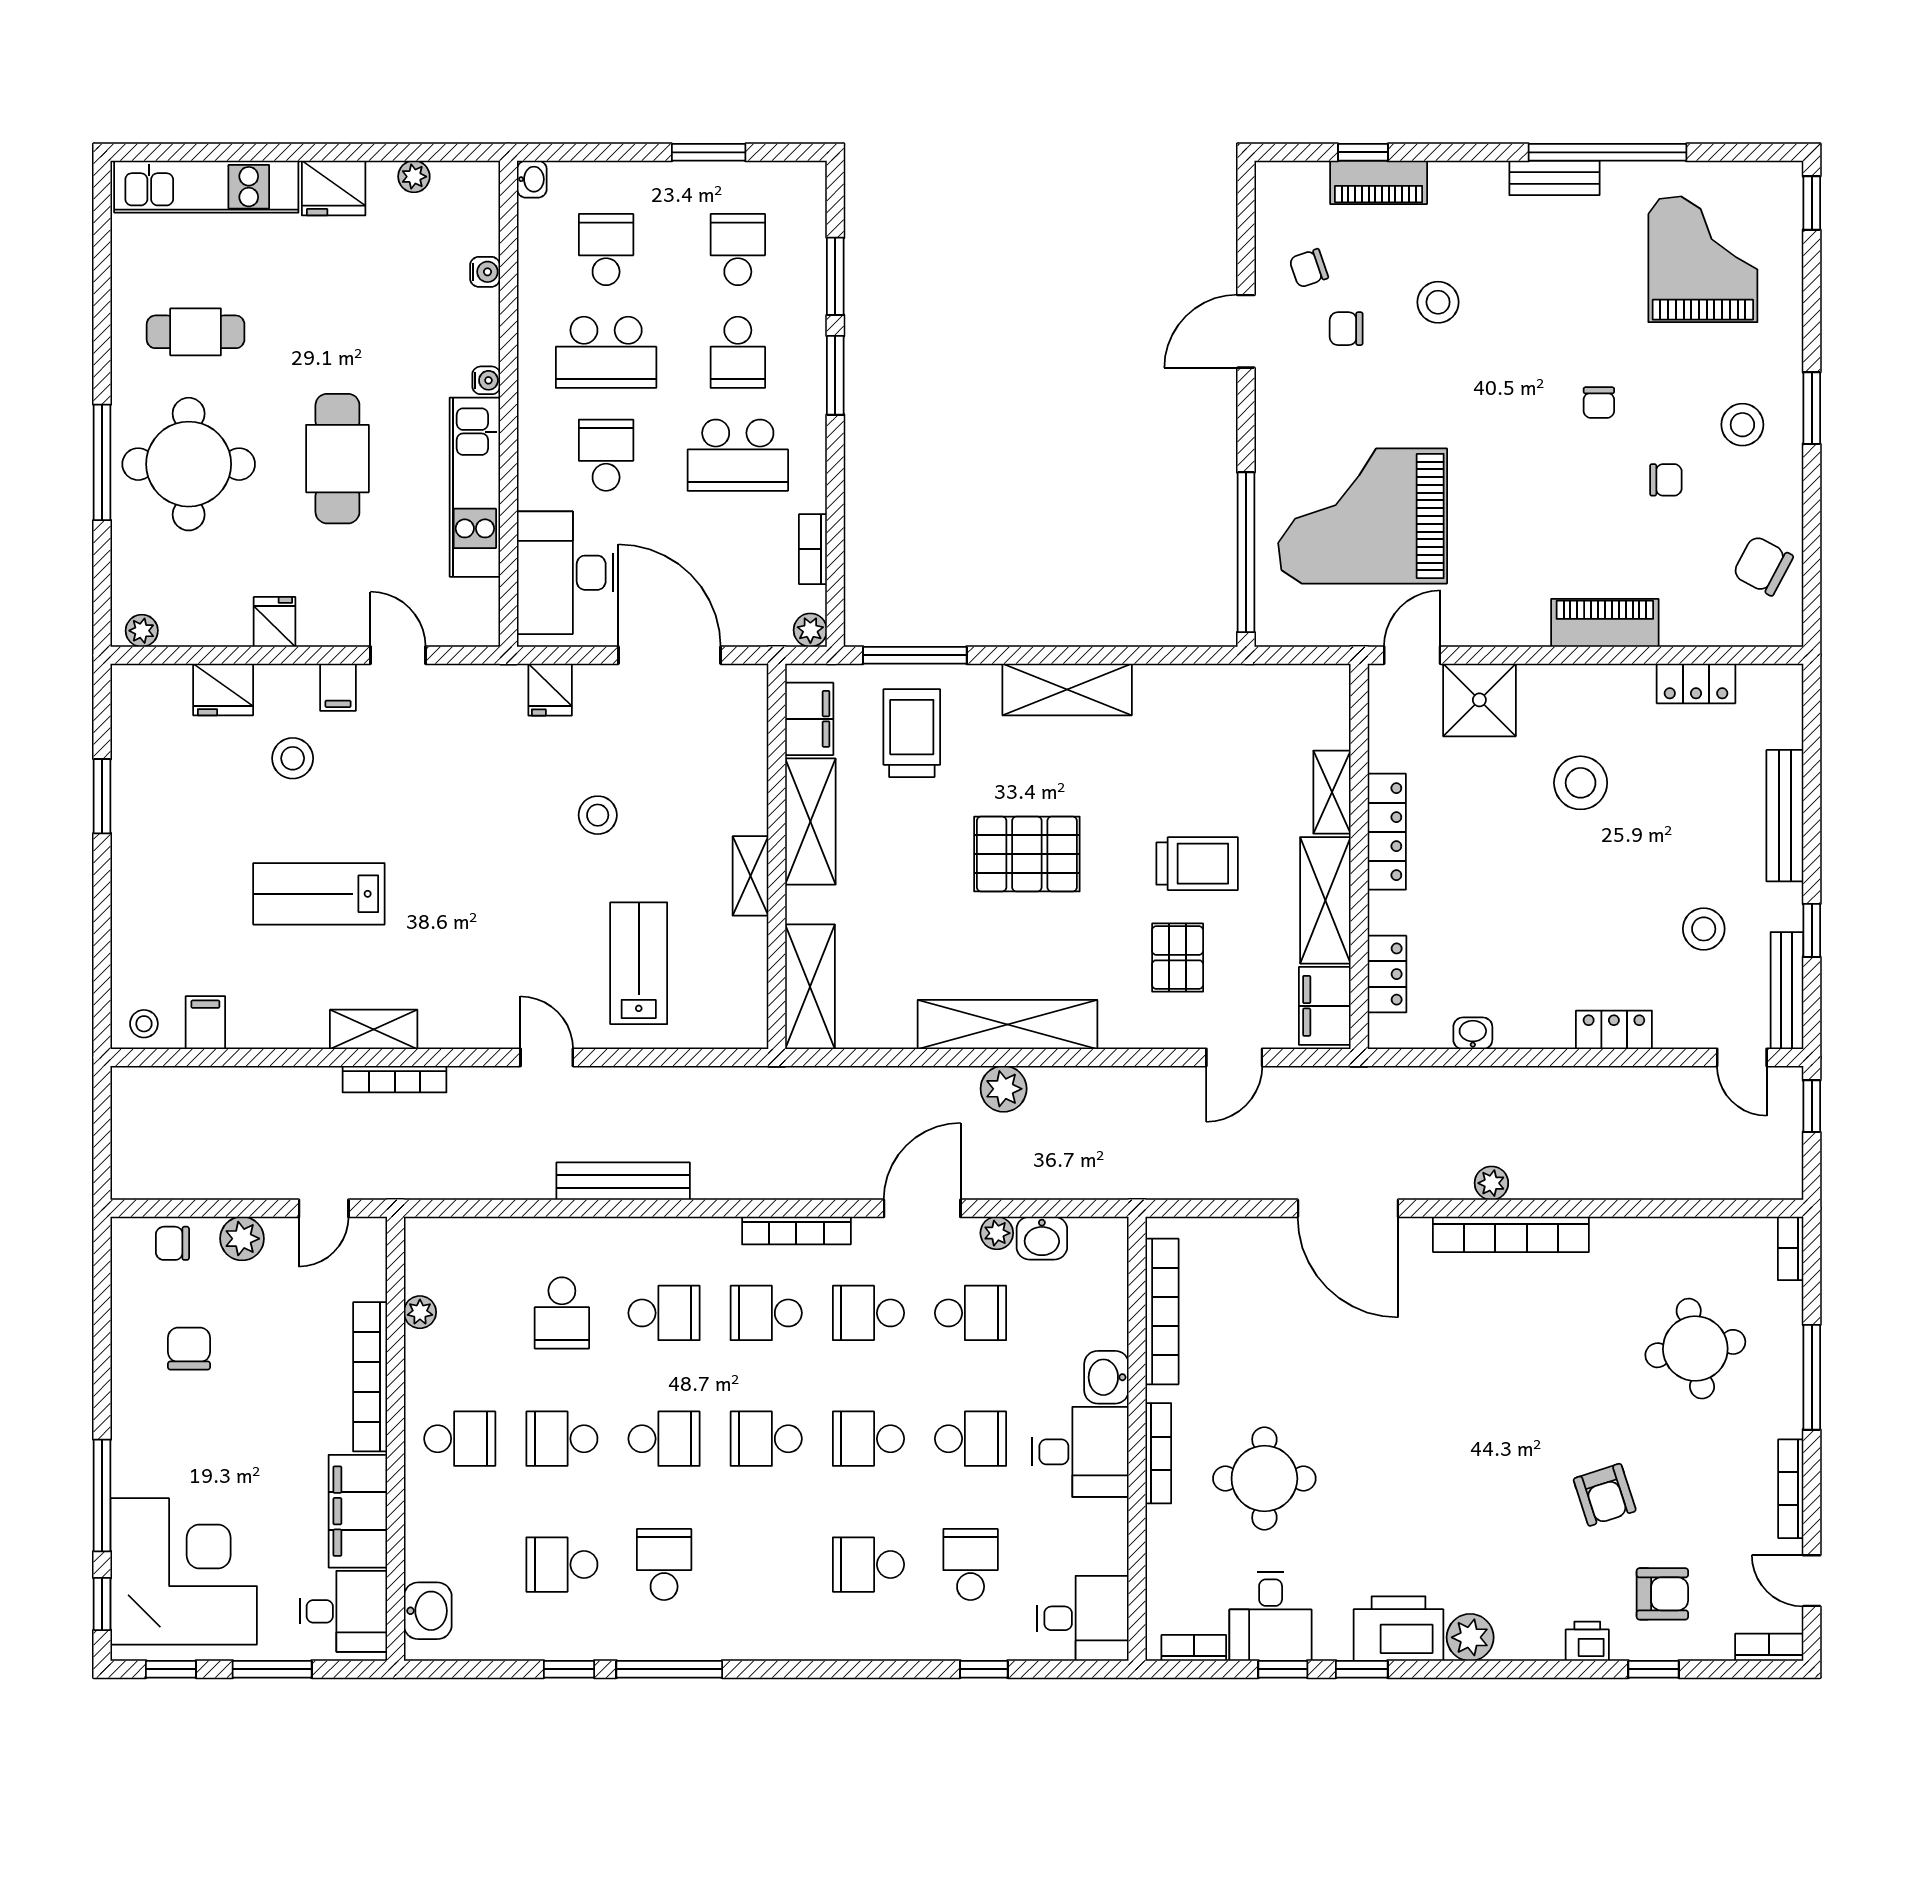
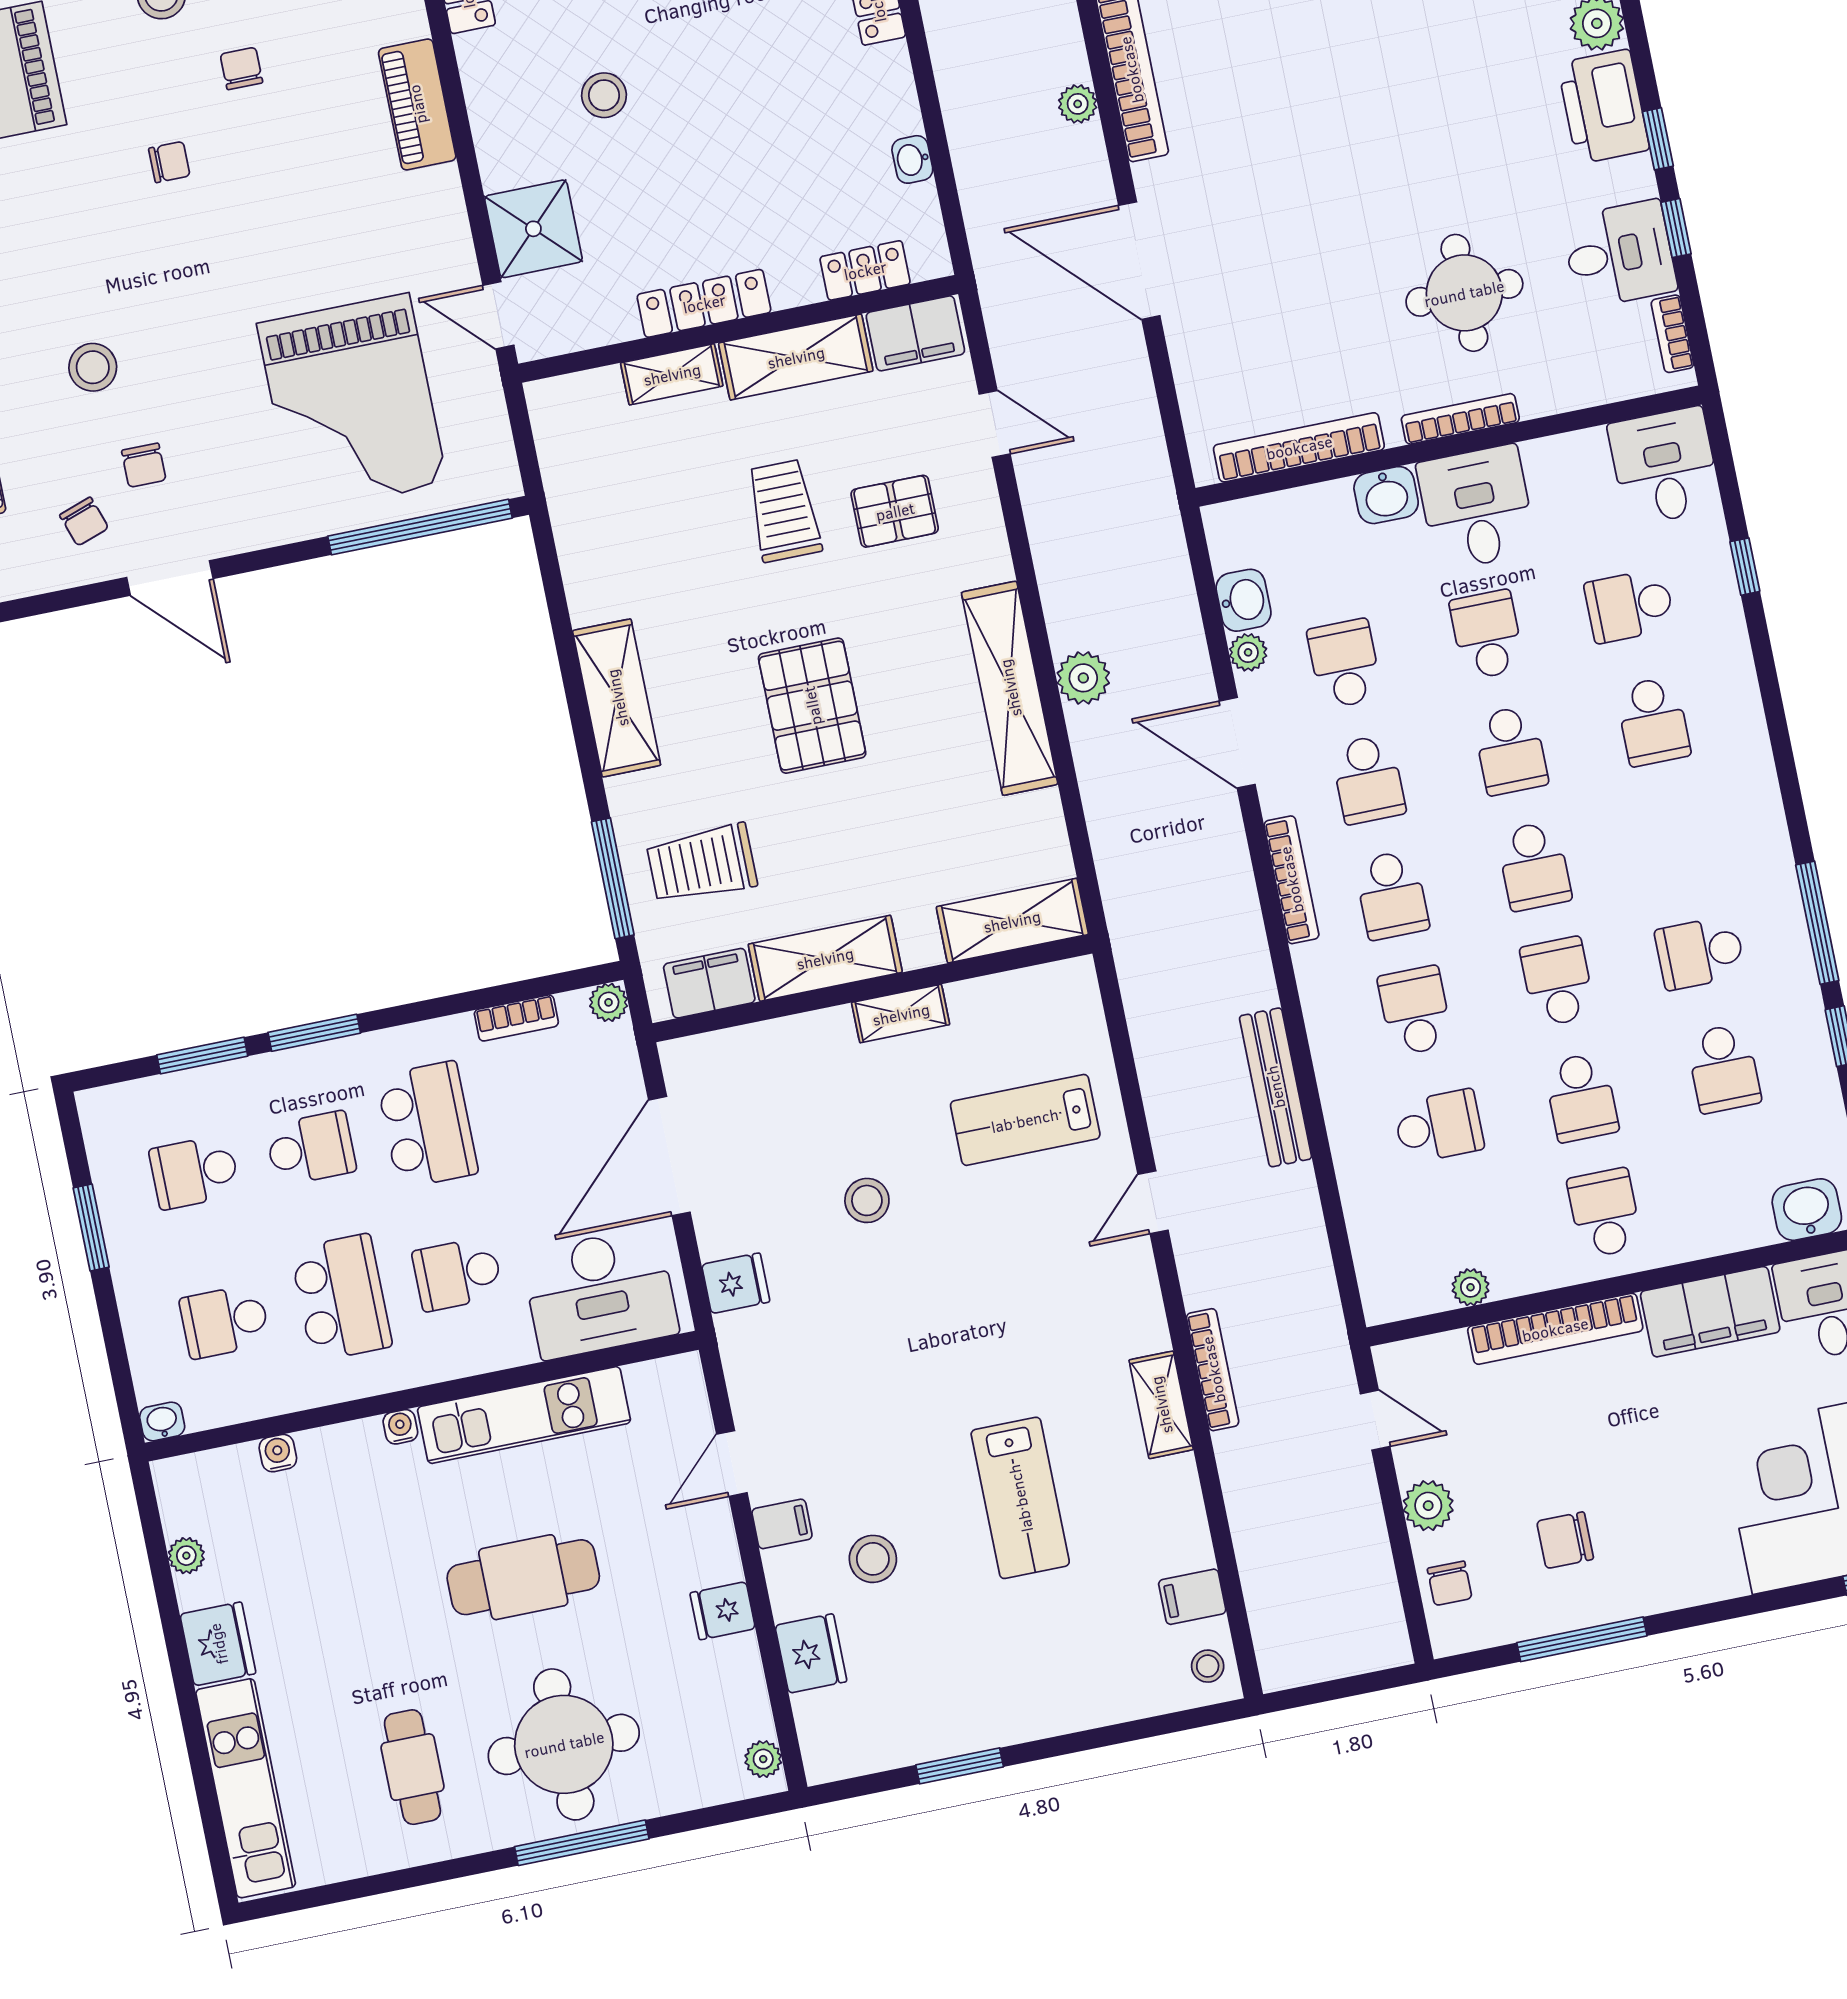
stool: (1581, 783) -> (604, 95), width x0.73, depth x0.73
door: (1348, 1208) -> (1139, 261), swing flipped
window: (102, 1495) -> (1582, 1639), moved

